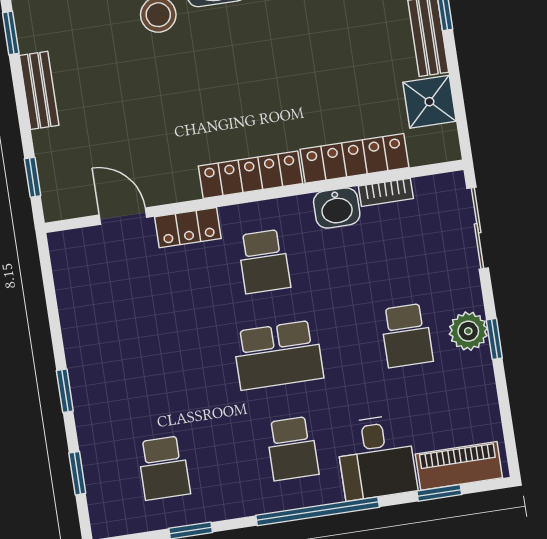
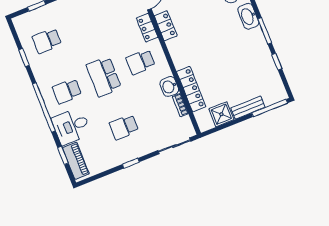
locker: (250, 175) -> (166, 26), moved, width x0.66
plant: (468, 331) -> (132, 152), removed

